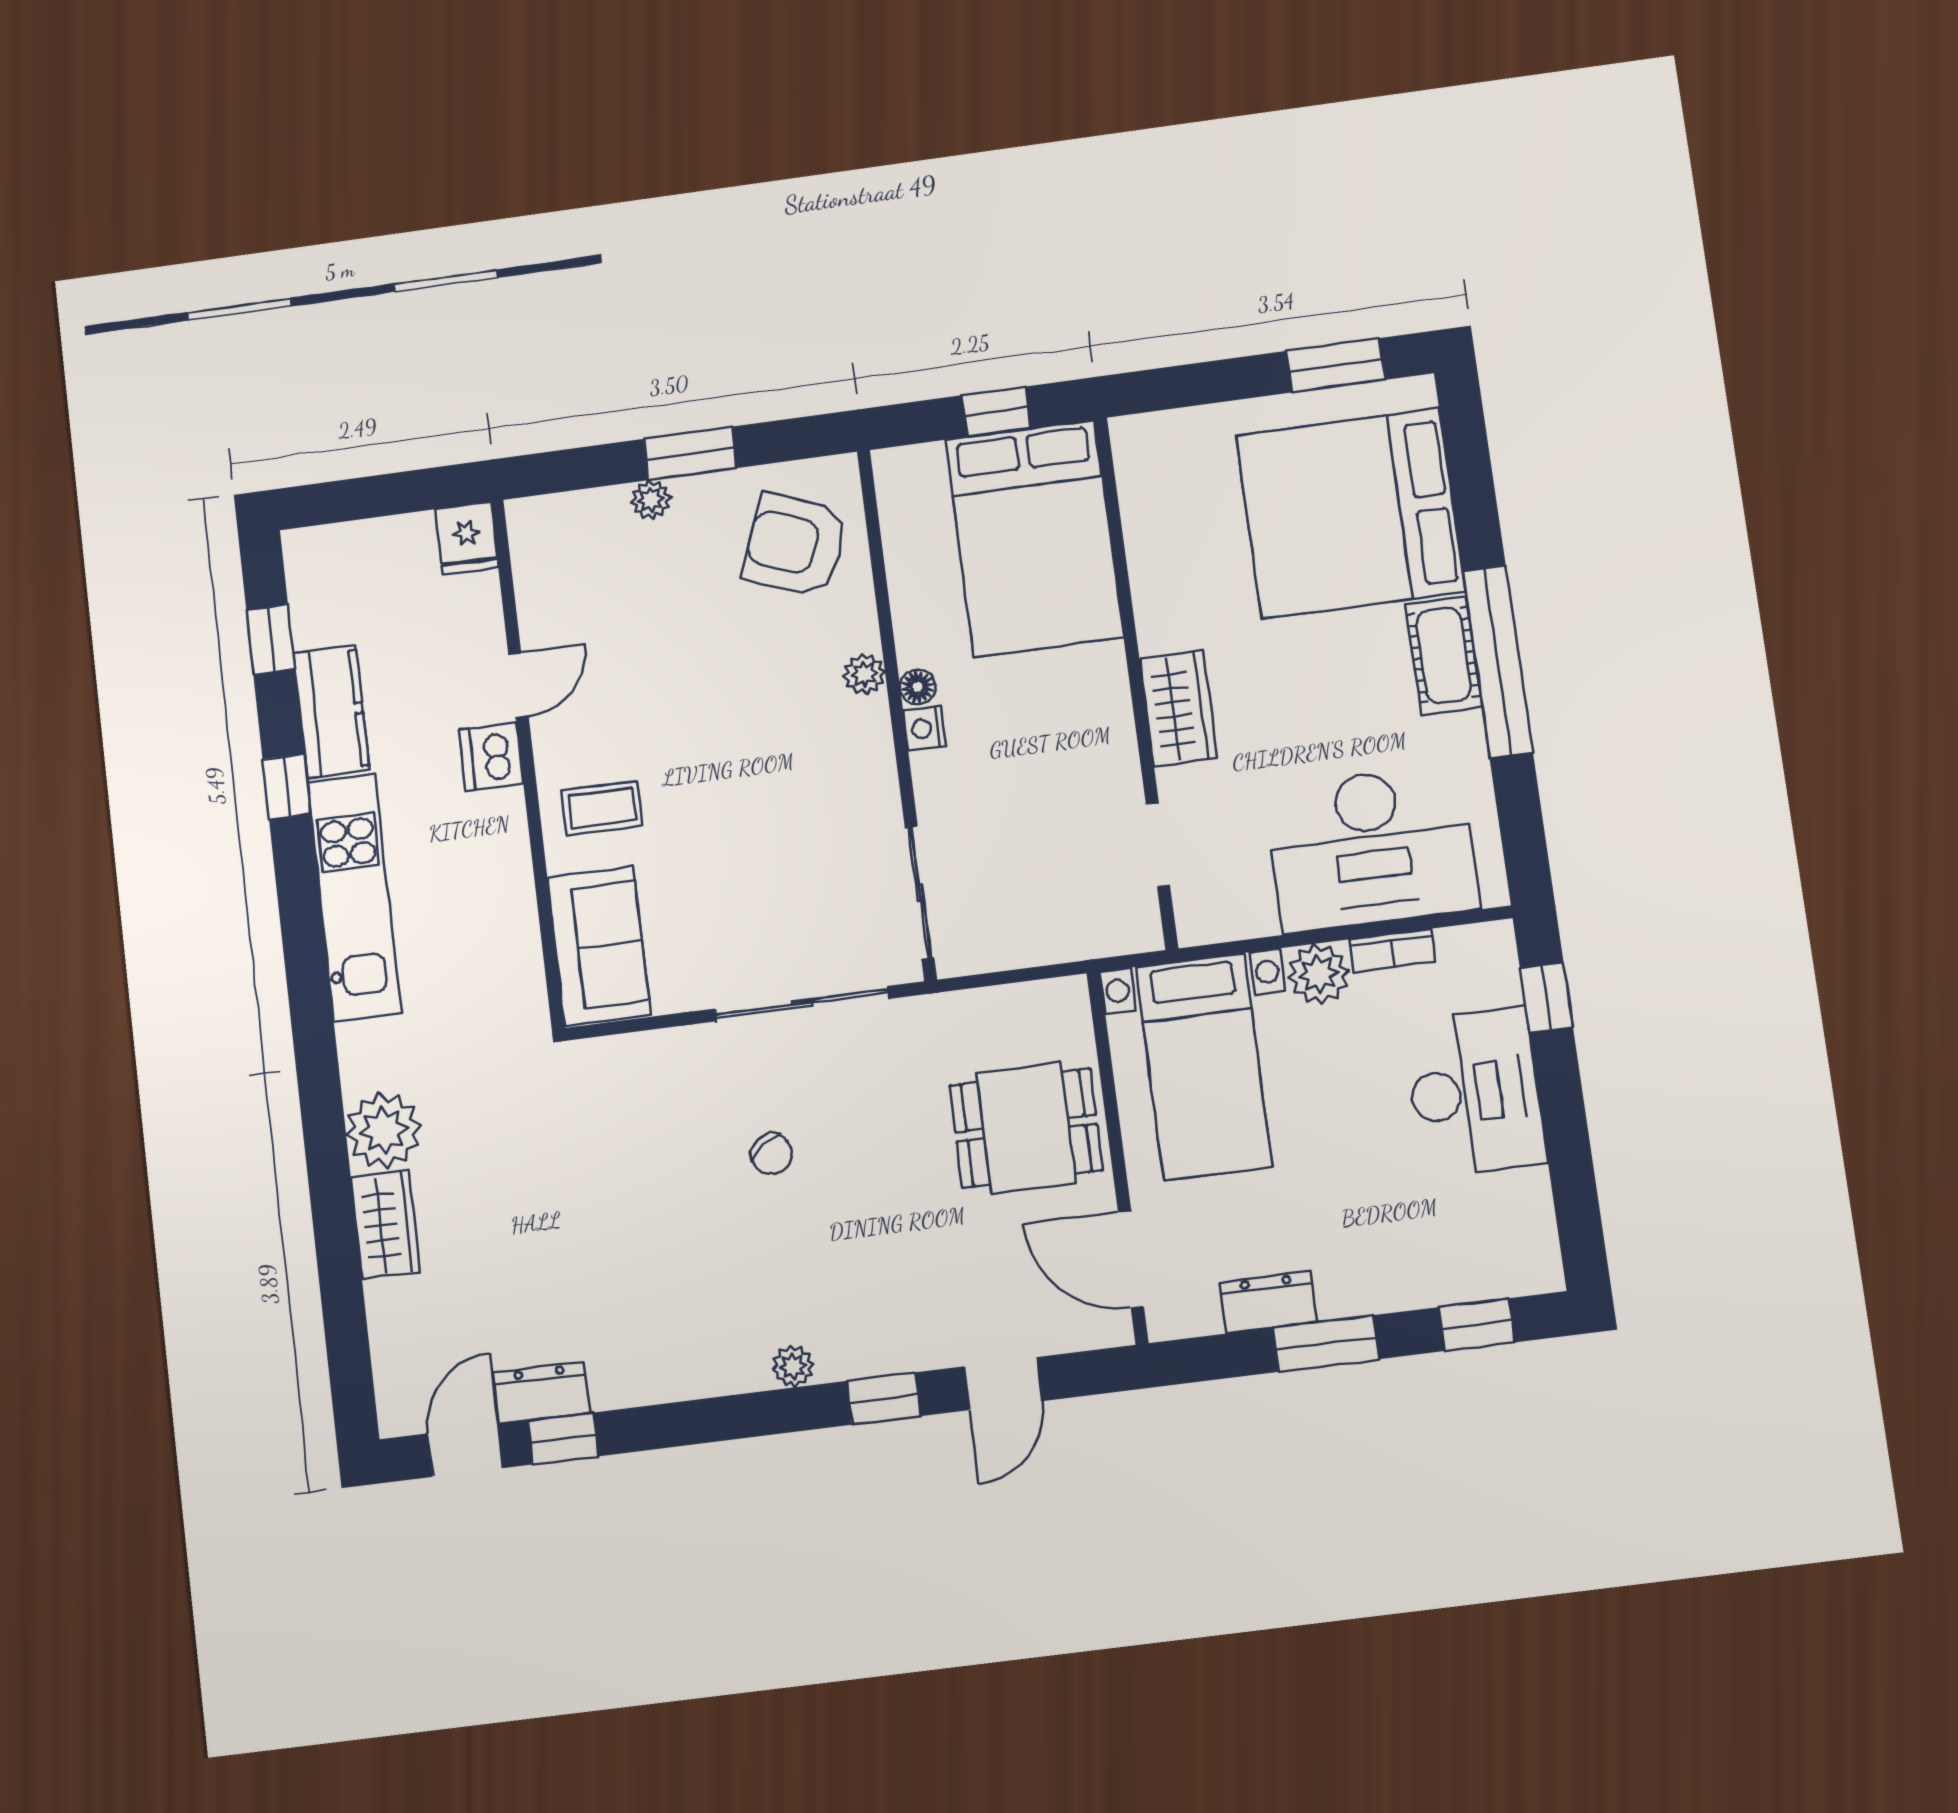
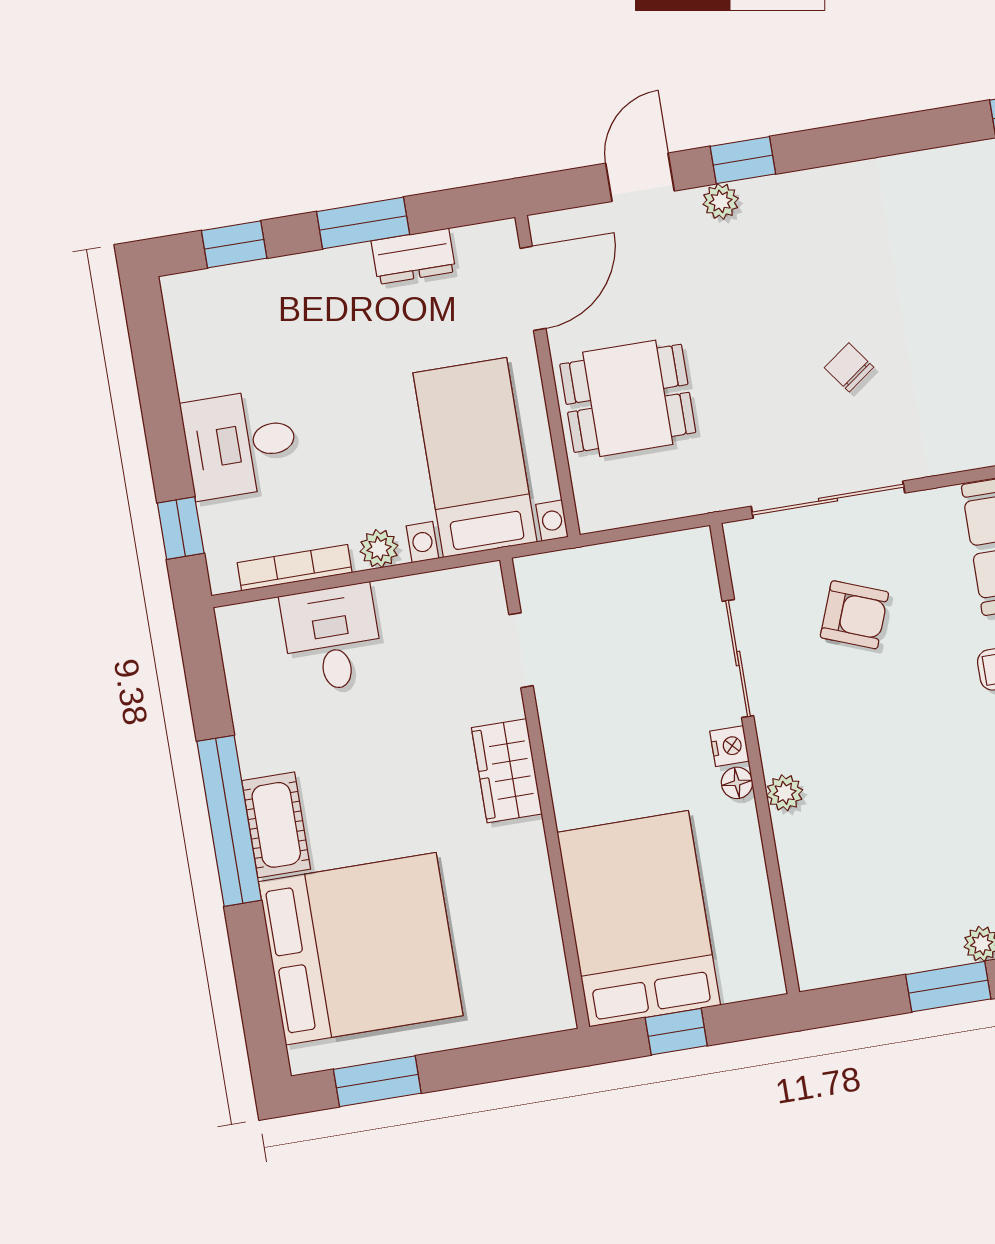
armchair: (795, 545) -> (854, 615), moved, width x0.72, depth x0.72
desk: (1372, 848) -> (332, 638), width x0.53, depth x0.77
sliding door: (920, 893) -> (738, 658), moved
bookcase: (1392, 950) -> (295, 568), width x1.56
plant: (1319, 974) -> (379, 549), width x0.73, depth x0.73
desk: (1475, 1092) -> (241, 444), width x0.73
door: (1131, 1259) -> (533, 288), hinge flipped
plant: (793, 1366) -> (721, 201), moved

